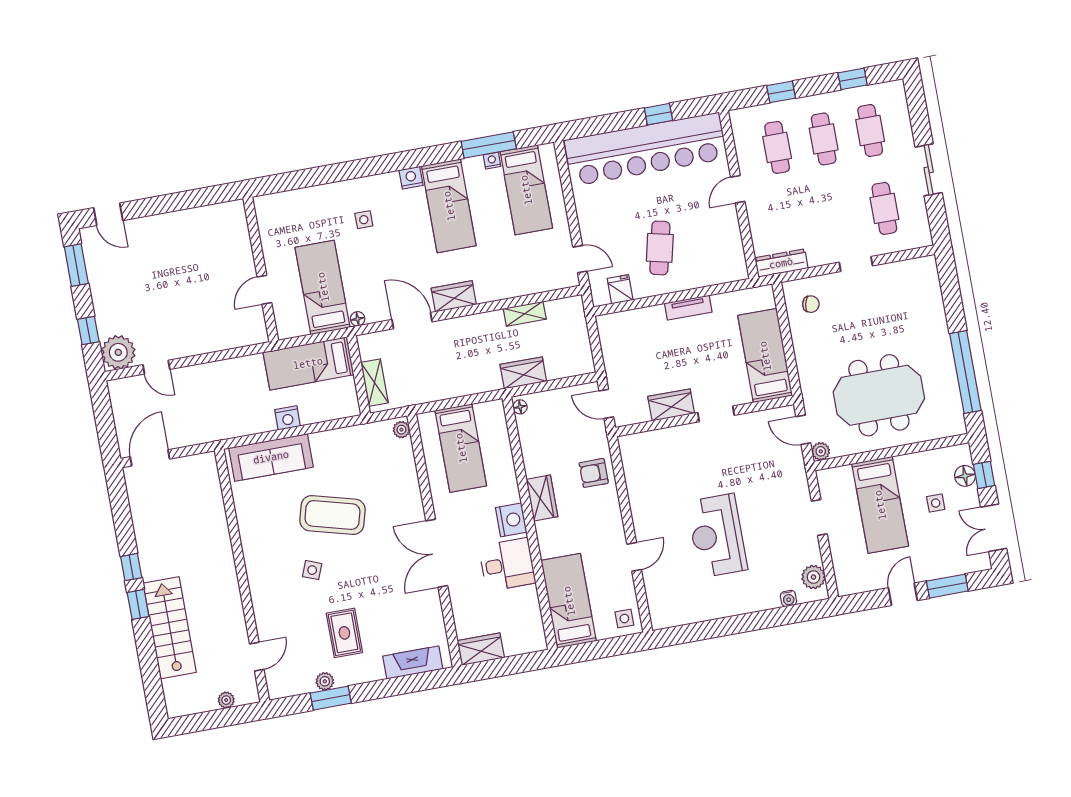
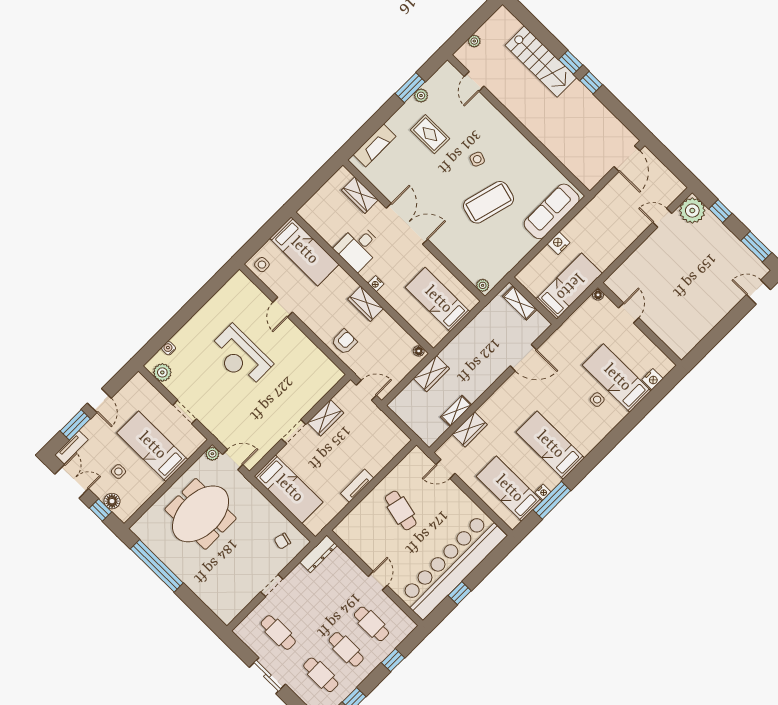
nightstand: (411, 178) -> (652, 379), moved
bed: (323, 287) -> (617, 378), moved, turned 180
fridge: (620, 289) -> (407, 468), removed
wardrobe: (454, 296) -> (470, 429), moved
floor lamp: (358, 319) -> (598, 295), moved
nightstand: (511, 520) -> (376, 284), width x0.53, depth x0.56
reception desk: (717, 536) -> (240, 356), turned 180
tv unit: (968, 565) -> (71, 447), added
wardrobe: (481, 649) -> (360, 195), moved, turned 90

